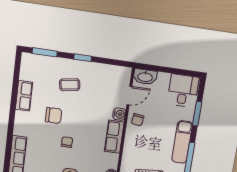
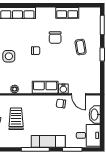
washbasin: (145, 77) -> (95, 115), moved

